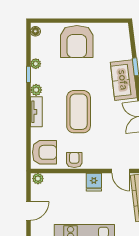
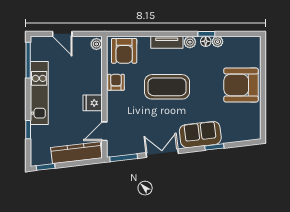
floor lamp: (35, 31) -> (206, 41), moved
armchair: (74, 160) -> (116, 82), turned -90

